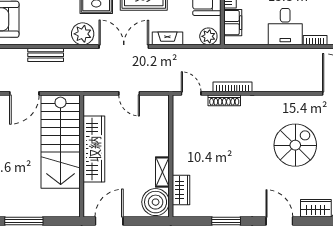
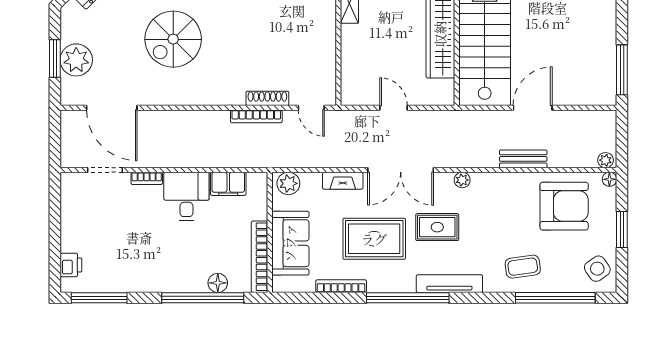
filing cabinet: (233, 23) -> (228, 184), moved, turned -90
plant: (83, 34) -> (462, 180), width x0.53, depth x0.53
bench: (46, 55) -> (523, 159), moved

